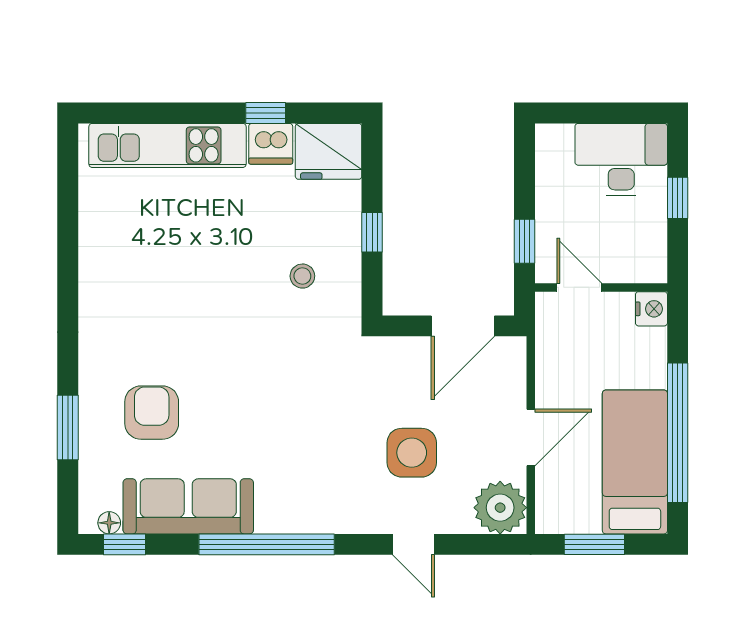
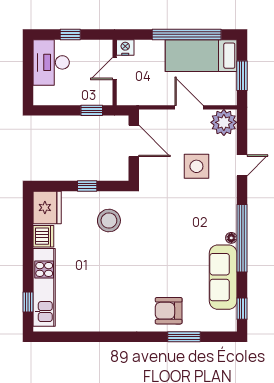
window: (266, 113) -> (28, 302), moved
stool: (302, 276) -> (109, 221), width x1.89, depth x1.89
door: (579, 287) -> (115, 69), moved
armchair: (152, 413) -> (169, 311), moved
floor lamp: (109, 523) -> (231, 238), moved

